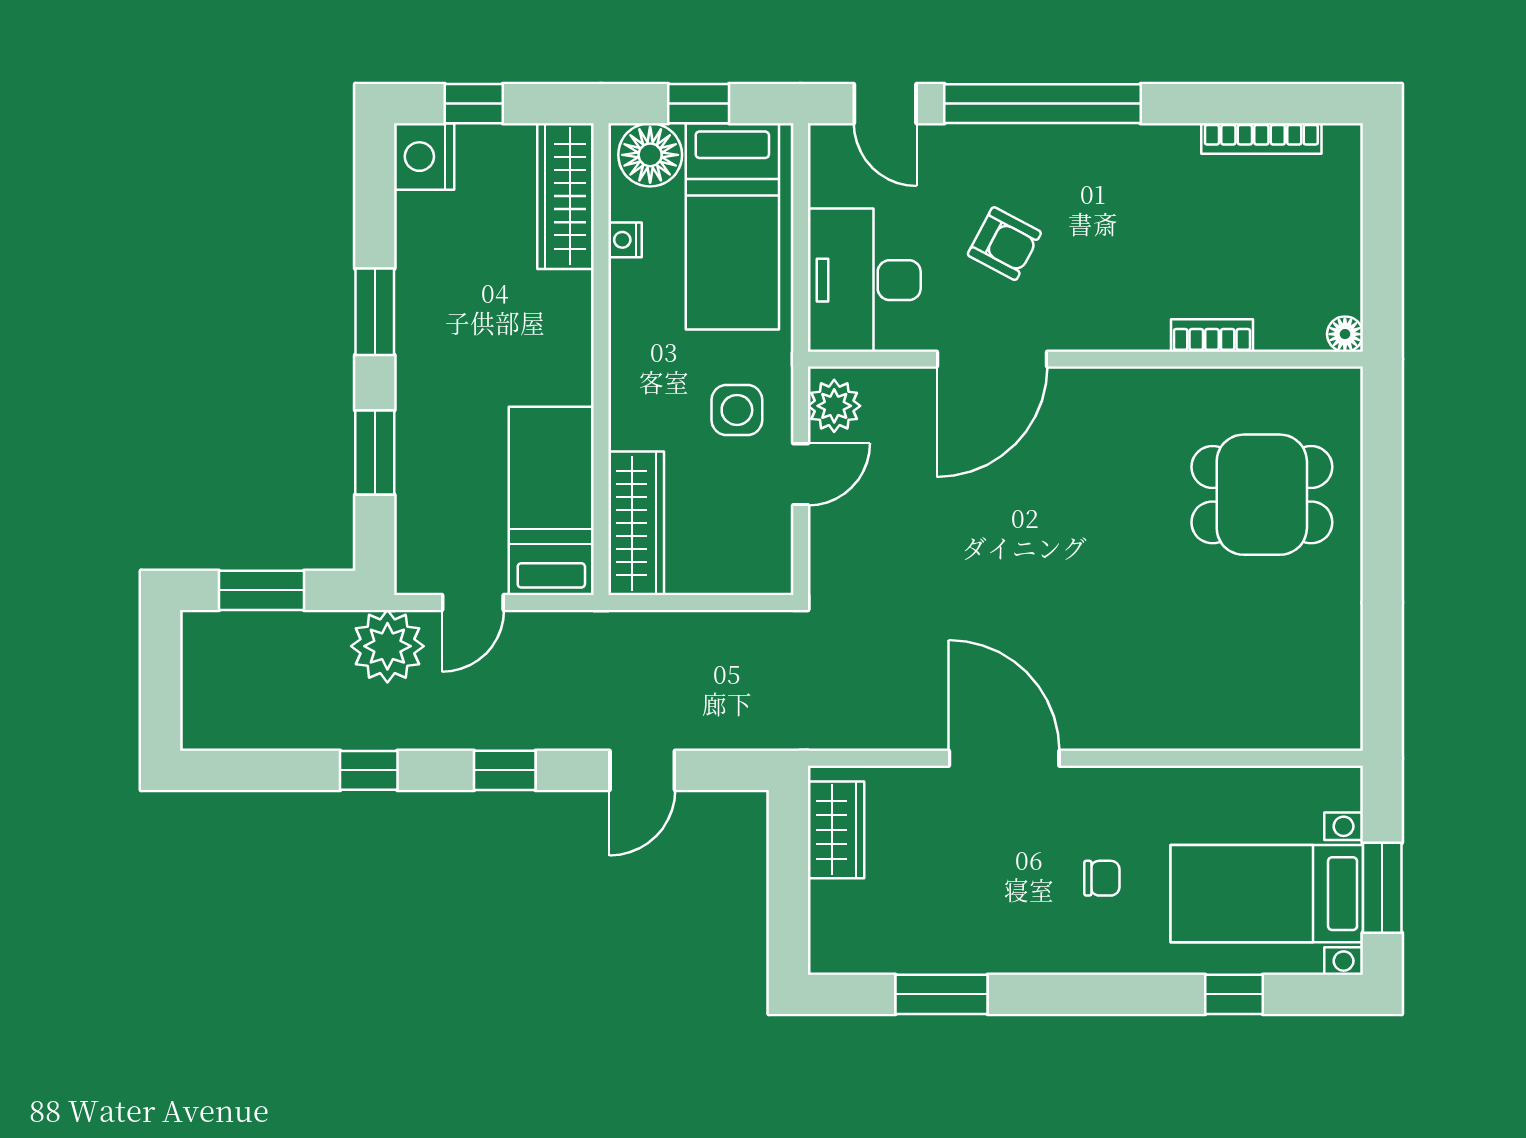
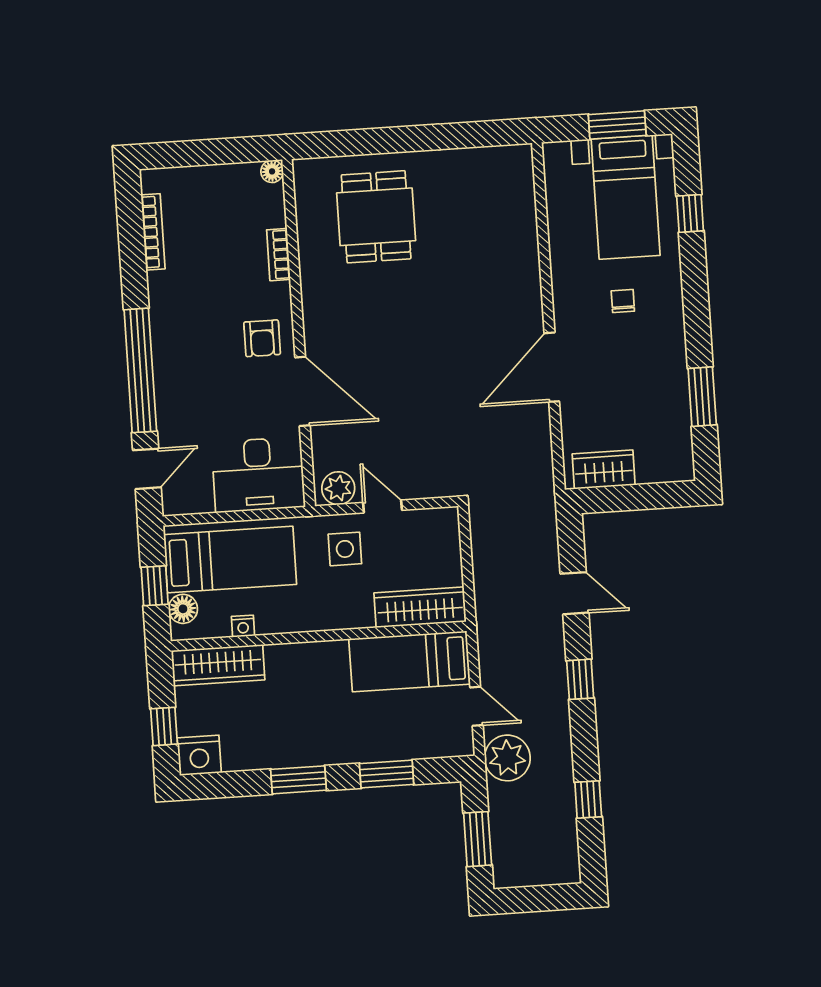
floor lamp: (650, 155) -> (183, 609), width x0.73, depth x0.73
armchair: (1004, 244) -> (262, 338), moved, turned 152
window: (369, 770) -> (588, 799), moved

